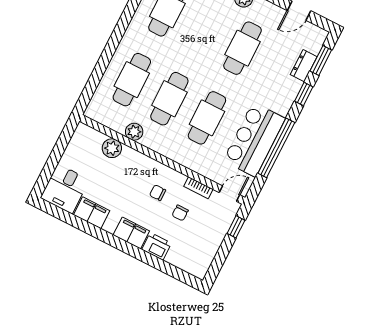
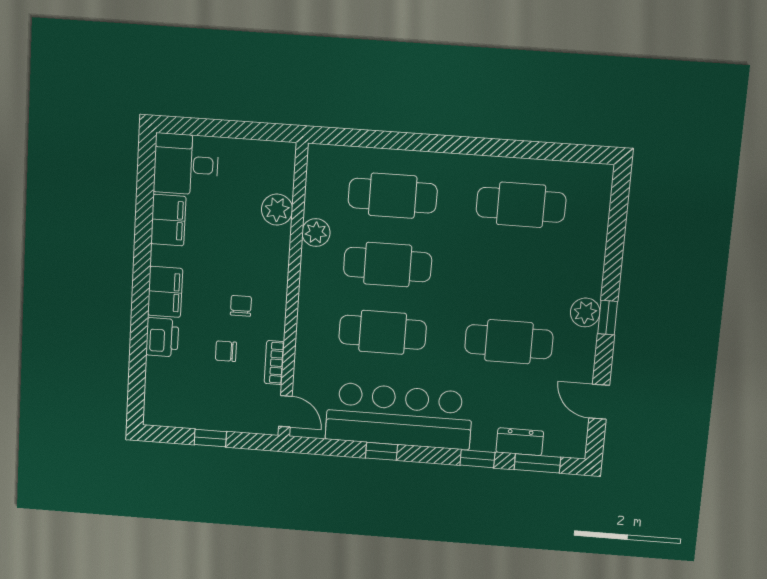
bar counter: (254, 140) -> (399, 416), width x1.36
window: (276, 148) -> (382, 451), width x0.32
window: (236, 227) -> (210, 438), moved

